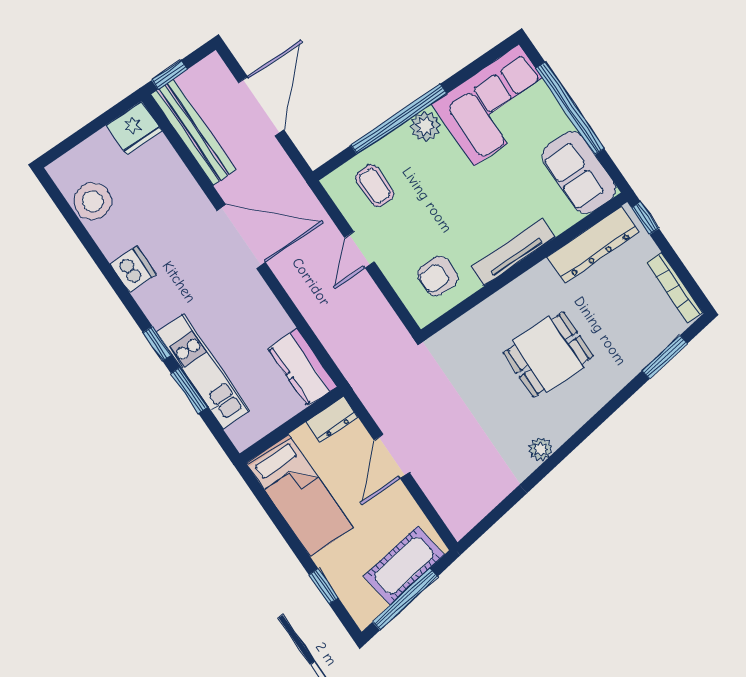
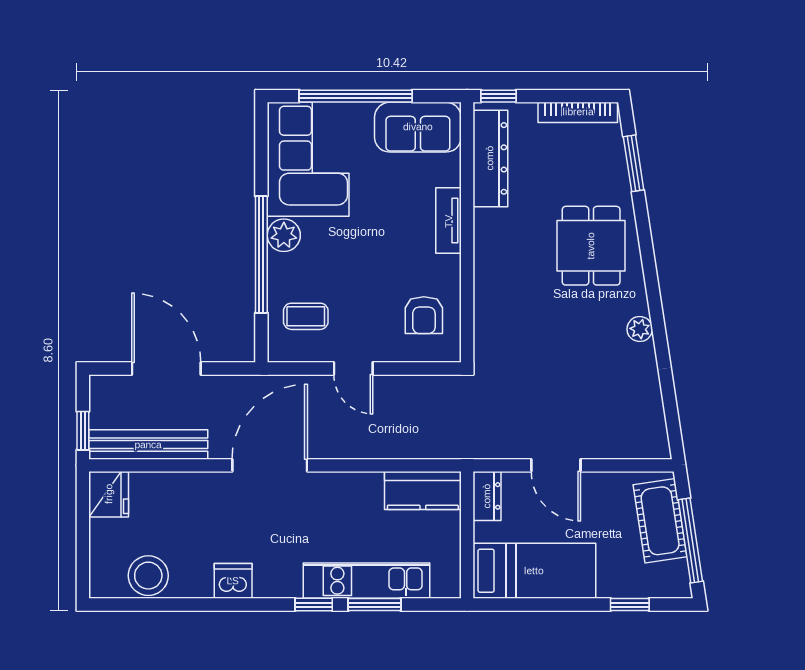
tv unit: (513, 252) -> (449, 221), width x0.71
dining table: (548, 354) -> (591, 246), moved

